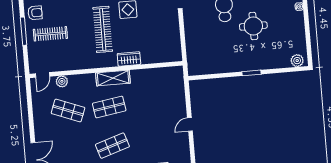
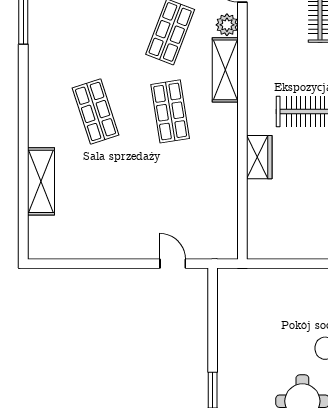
shelving: (113, 78) -> (225, 70), moved
door: (190, 124) -> (173, 264), moved

